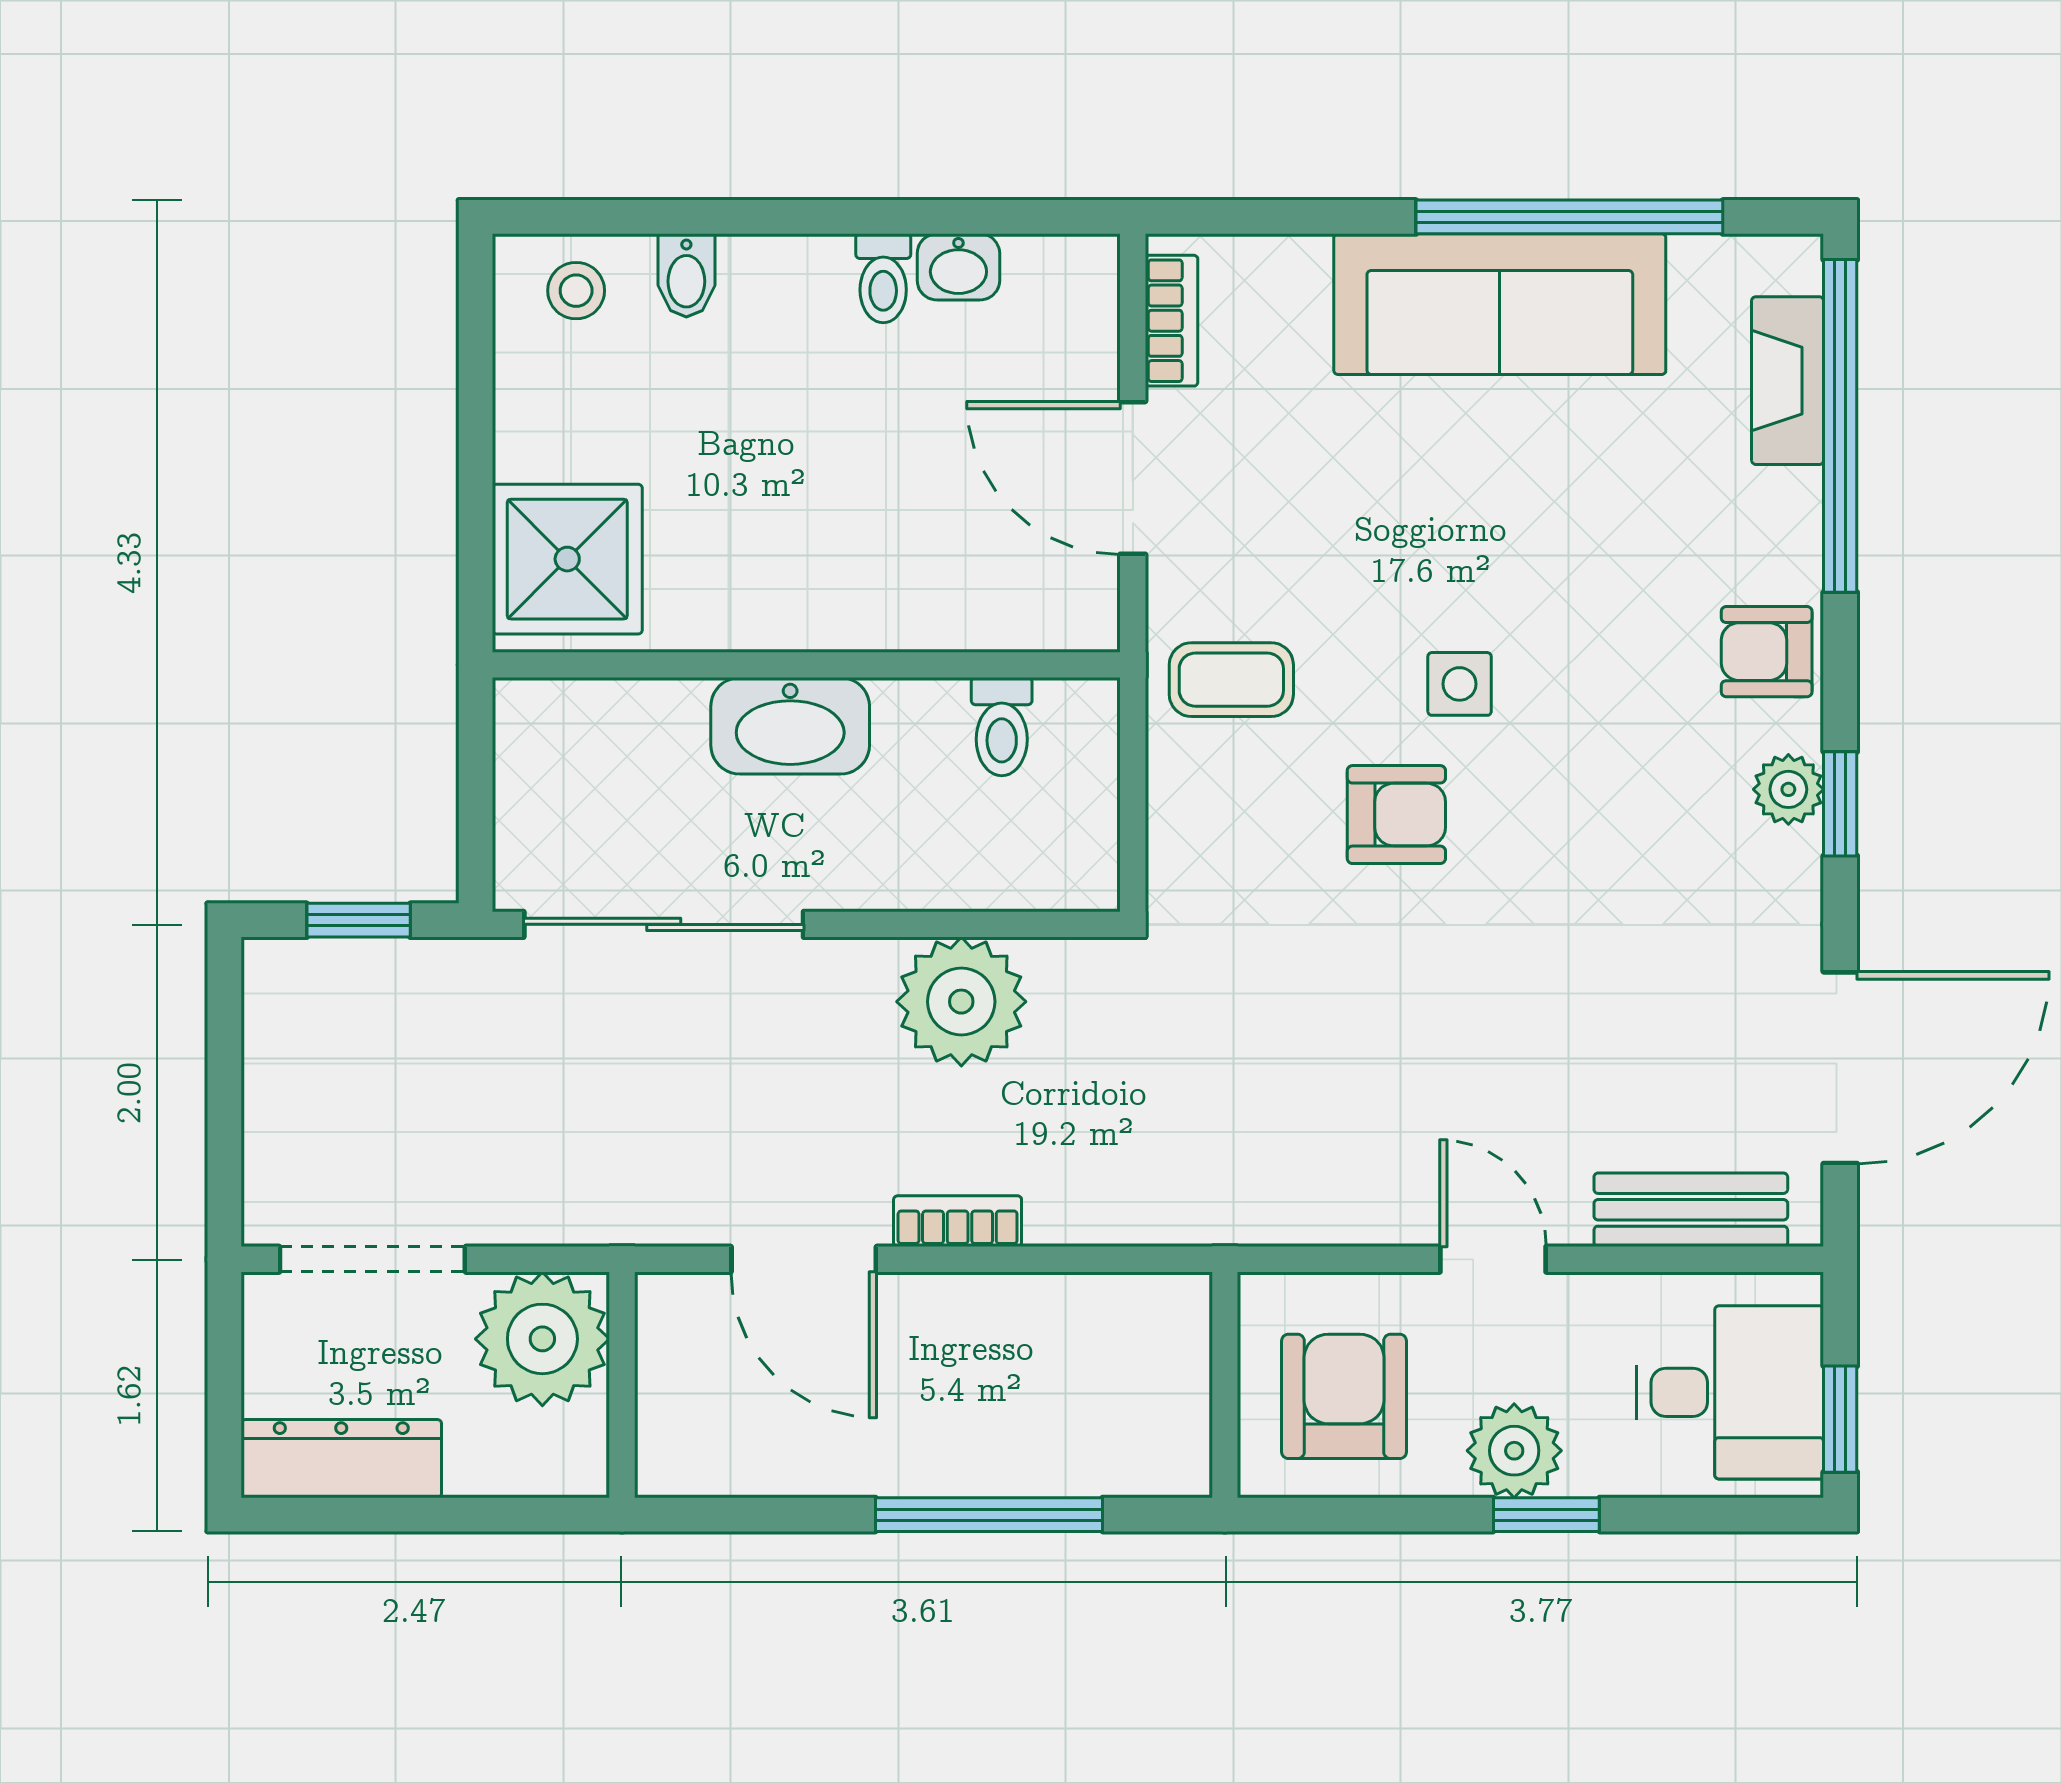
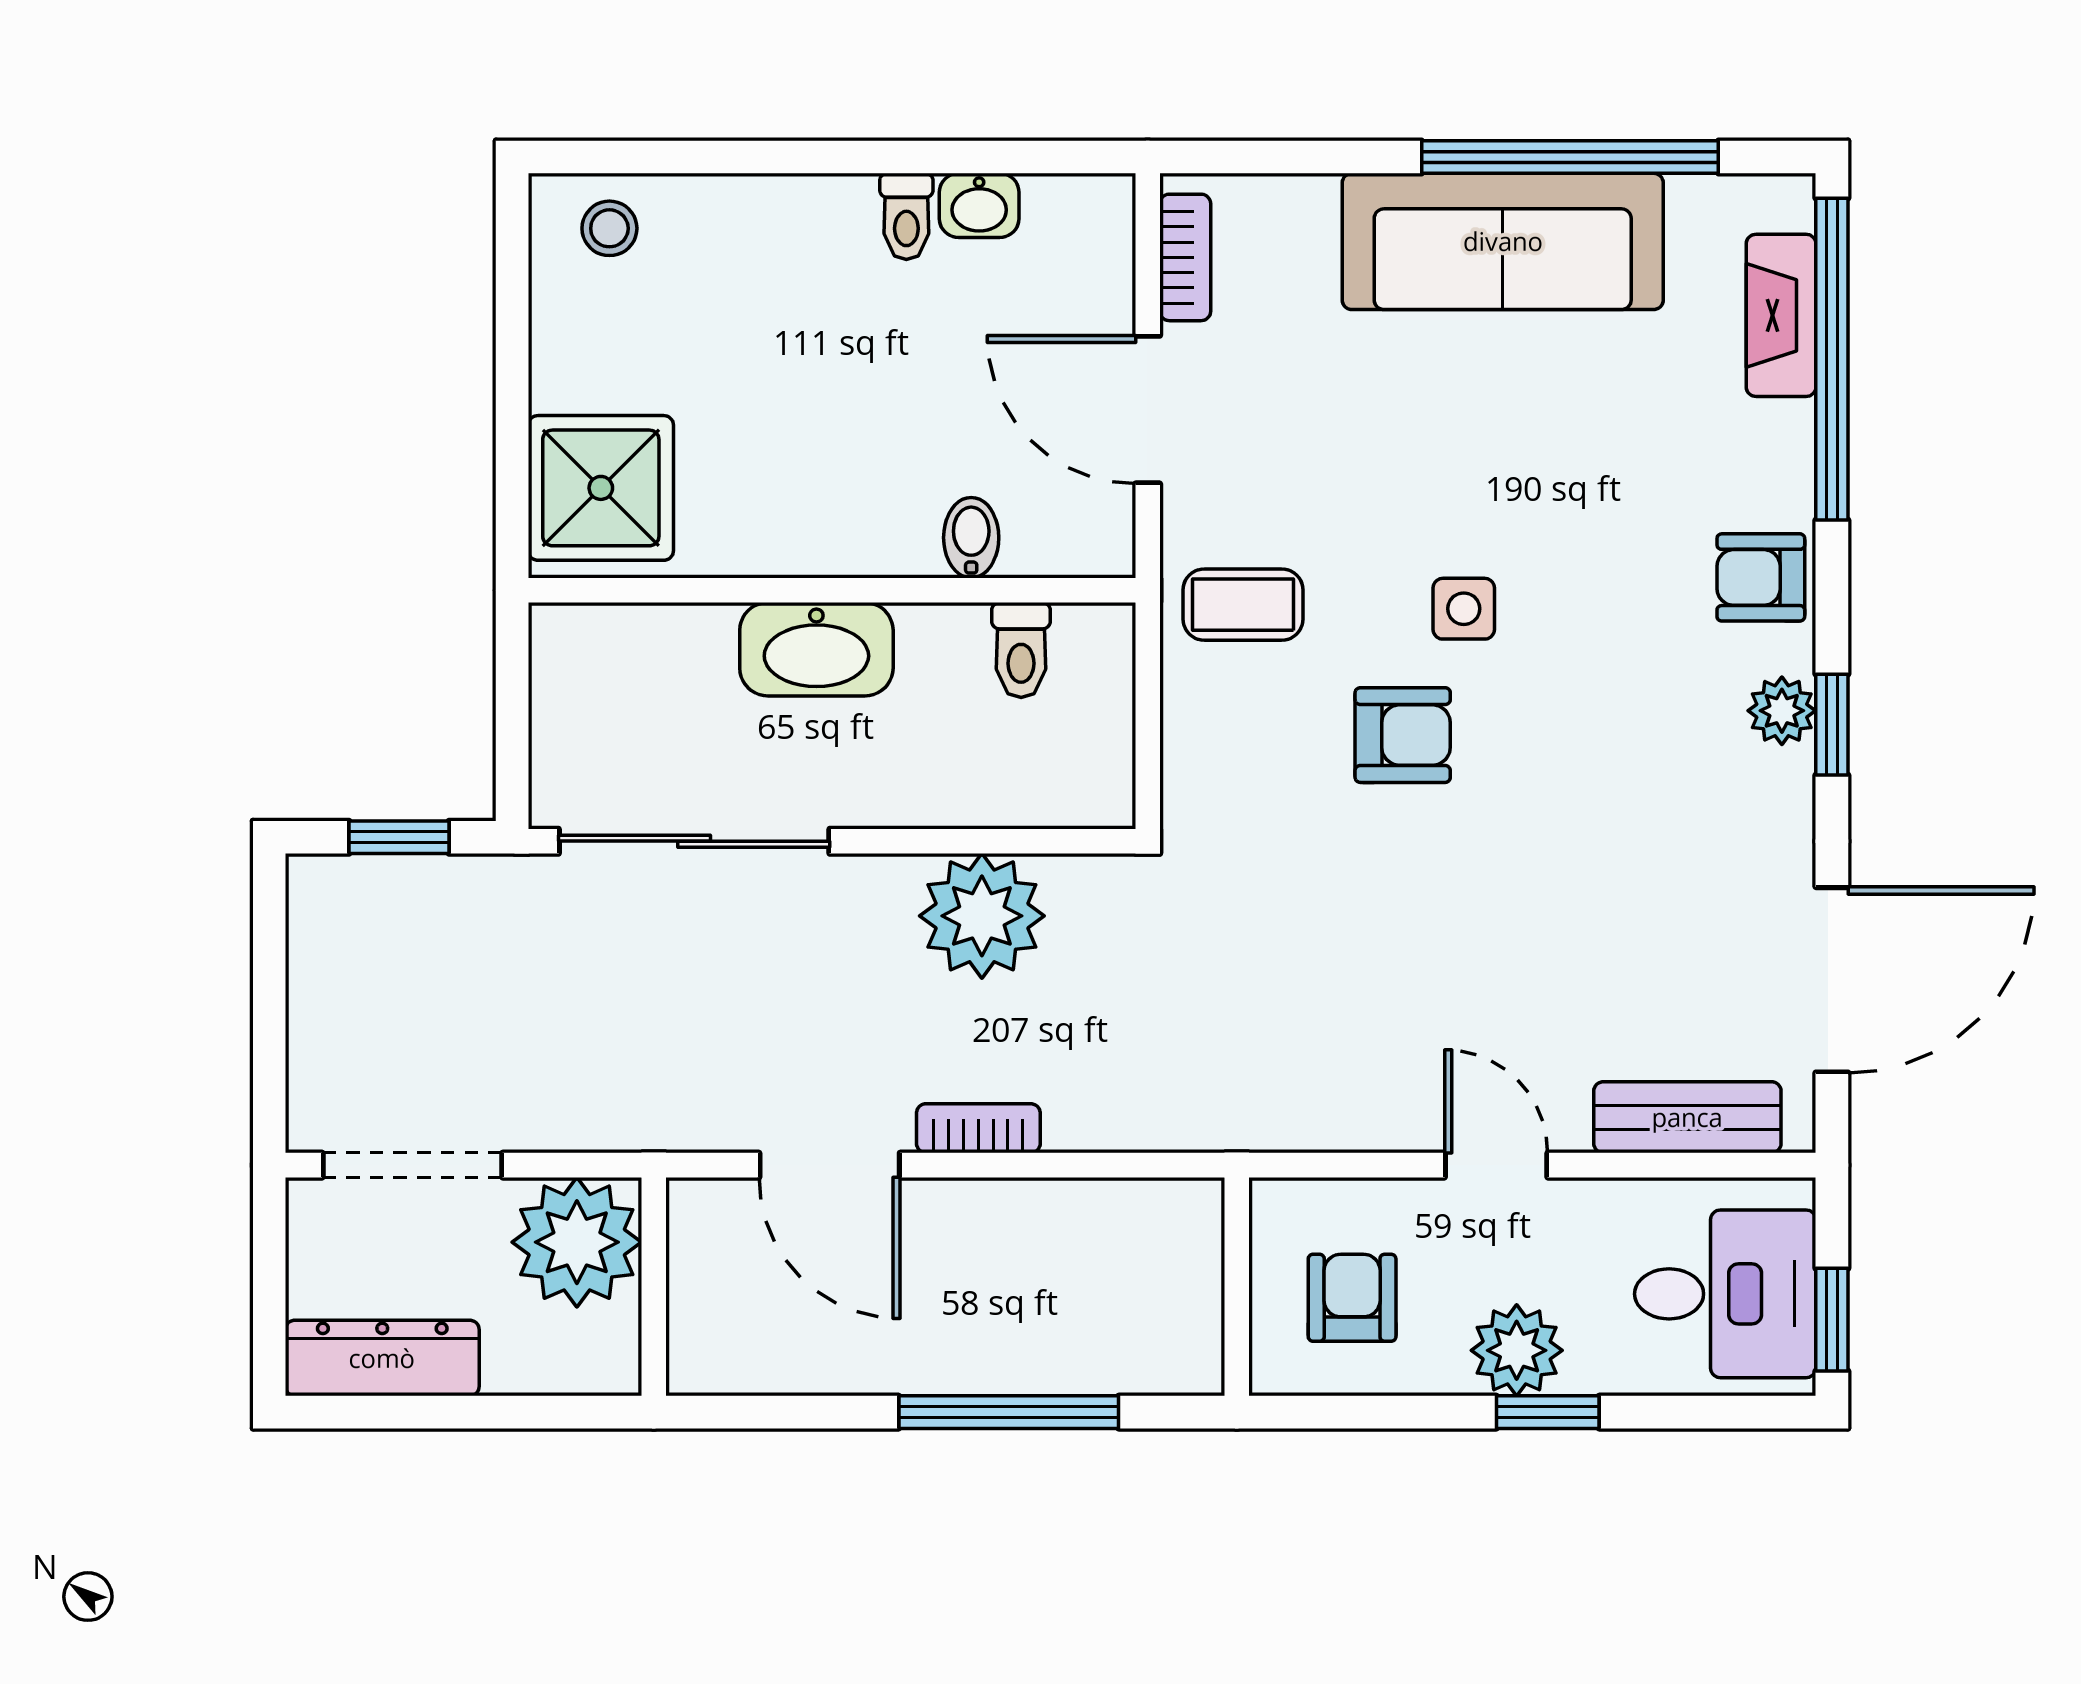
bidet: (686, 275) -> (971, 538), moved, turned 180
armchair: (1344, 1396) -> (1352, 1298), width x0.72, depth x0.72

